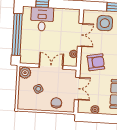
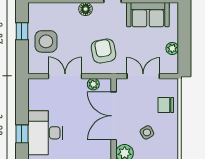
desk: (42, 19) -> (45, 133), width x1.37
double door: (51, 67) -> (114, 116), width x1.37

